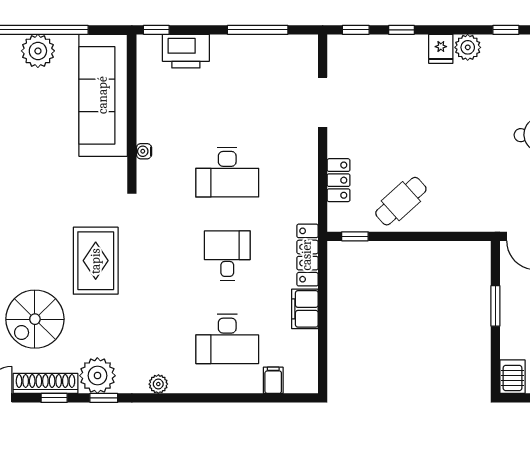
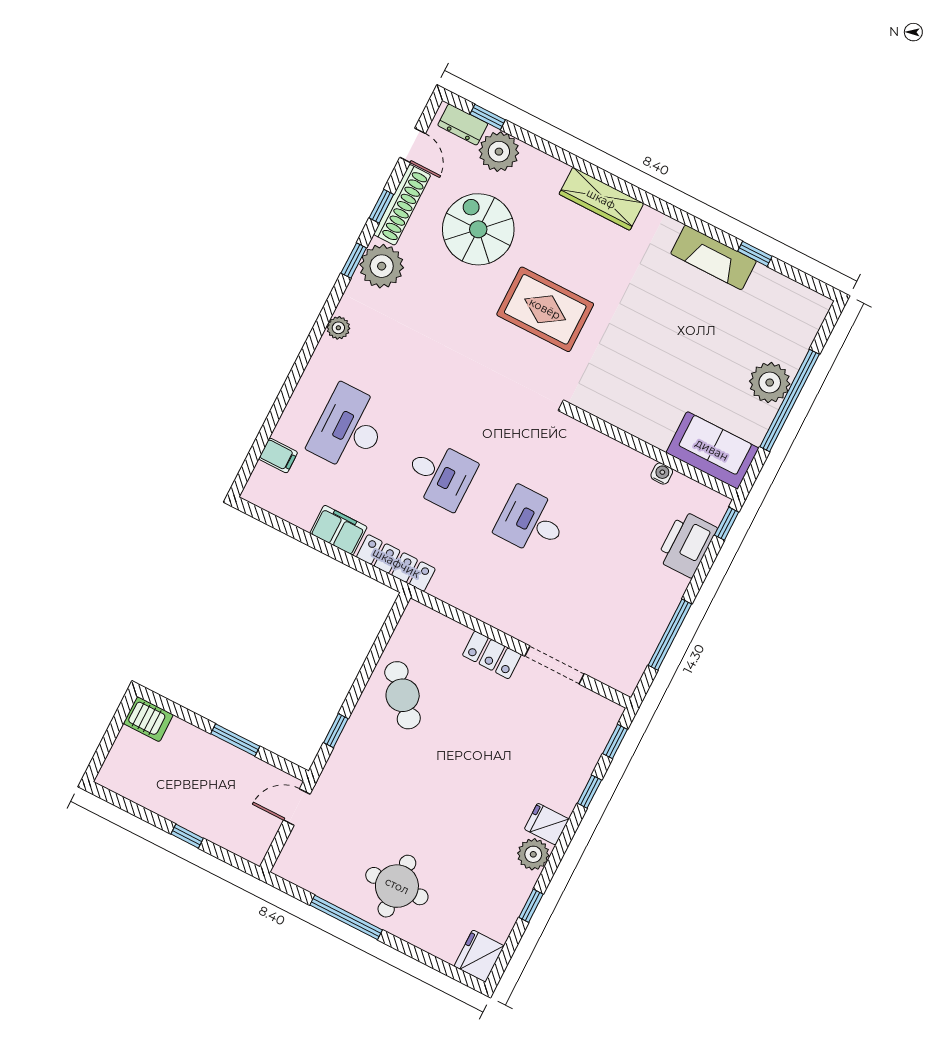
sofa: (103, 95) -> (712, 450), width x0.54, depth x0.79
water cooler: (144, 151) -> (662, 474), moved
desk: (227, 172) -> (531, 522), width x0.73
locker: (339, 180) -> (492, 655), moved
window: (355, 236) -> (336, 731), moved
rug: (96, 261) -> (545, 309), moved

